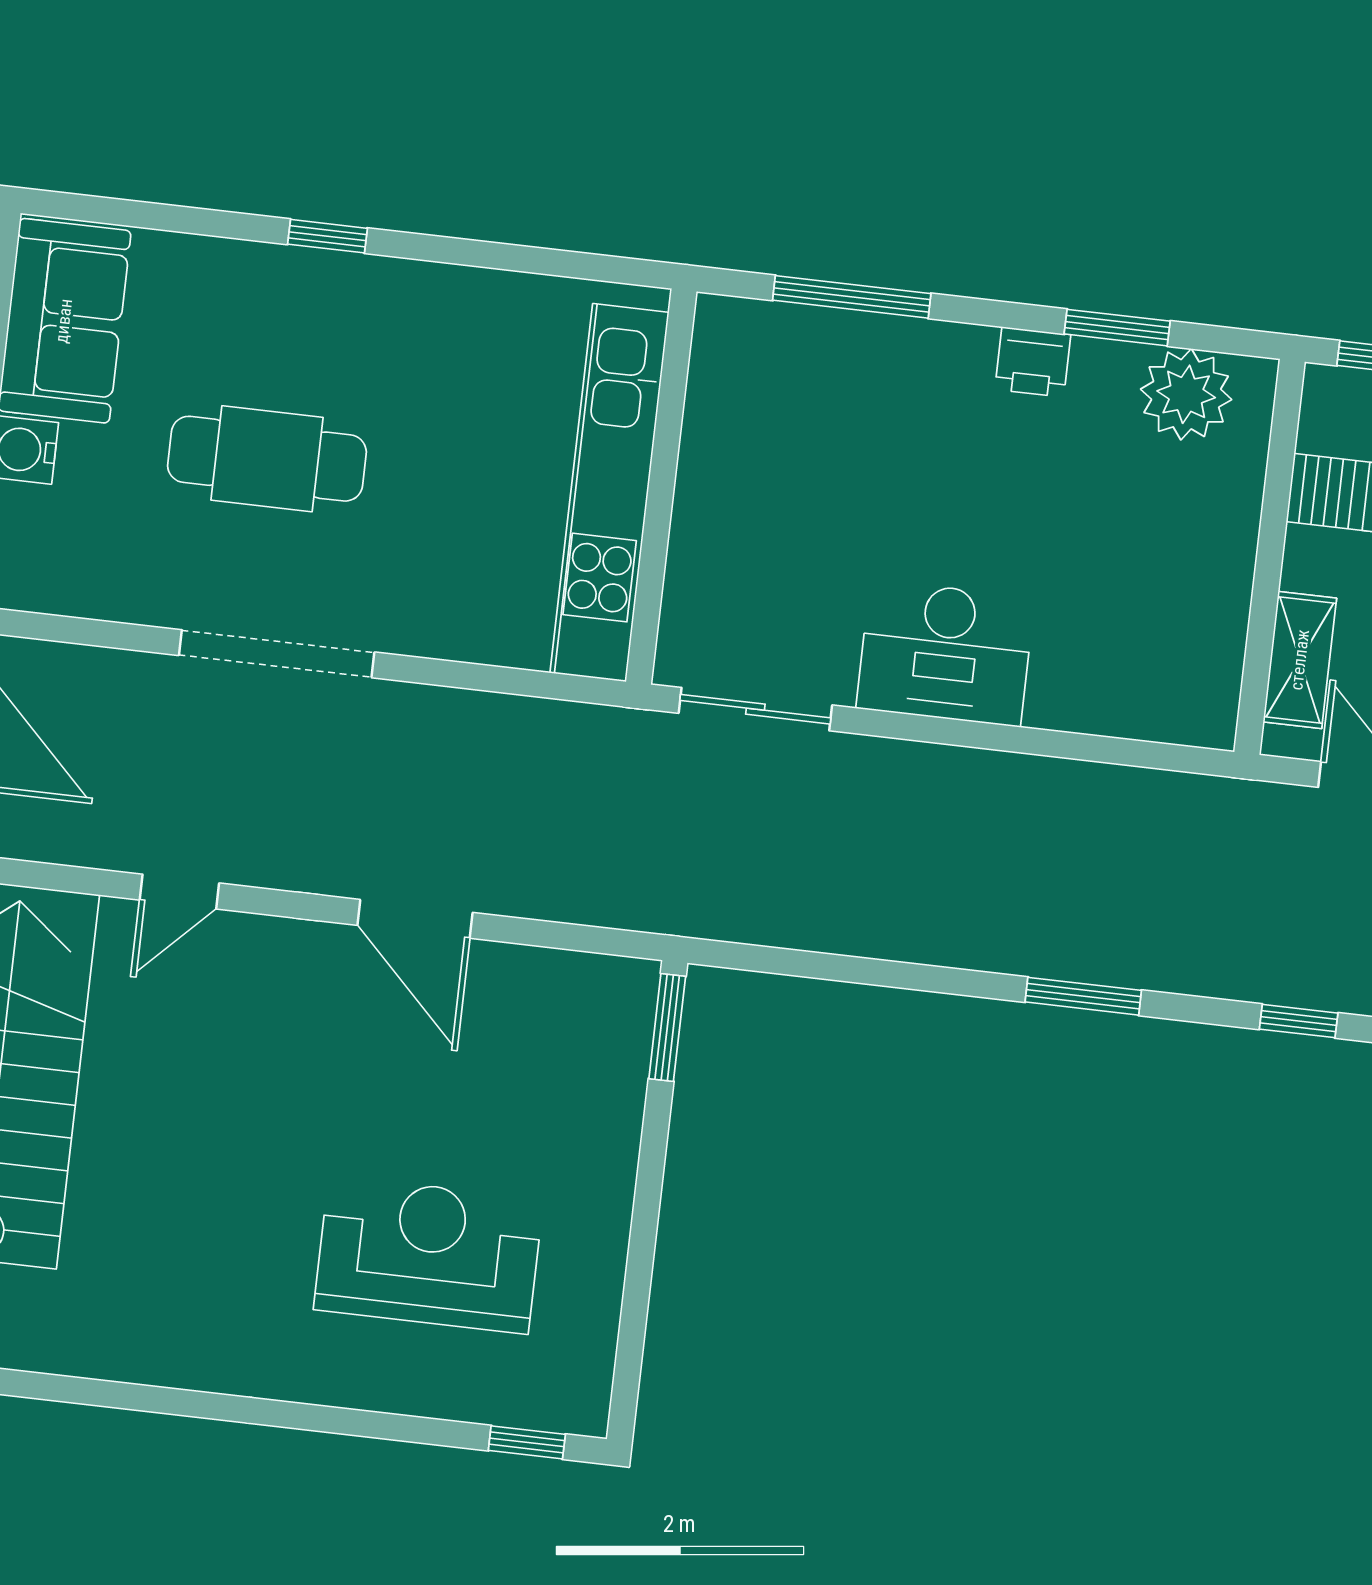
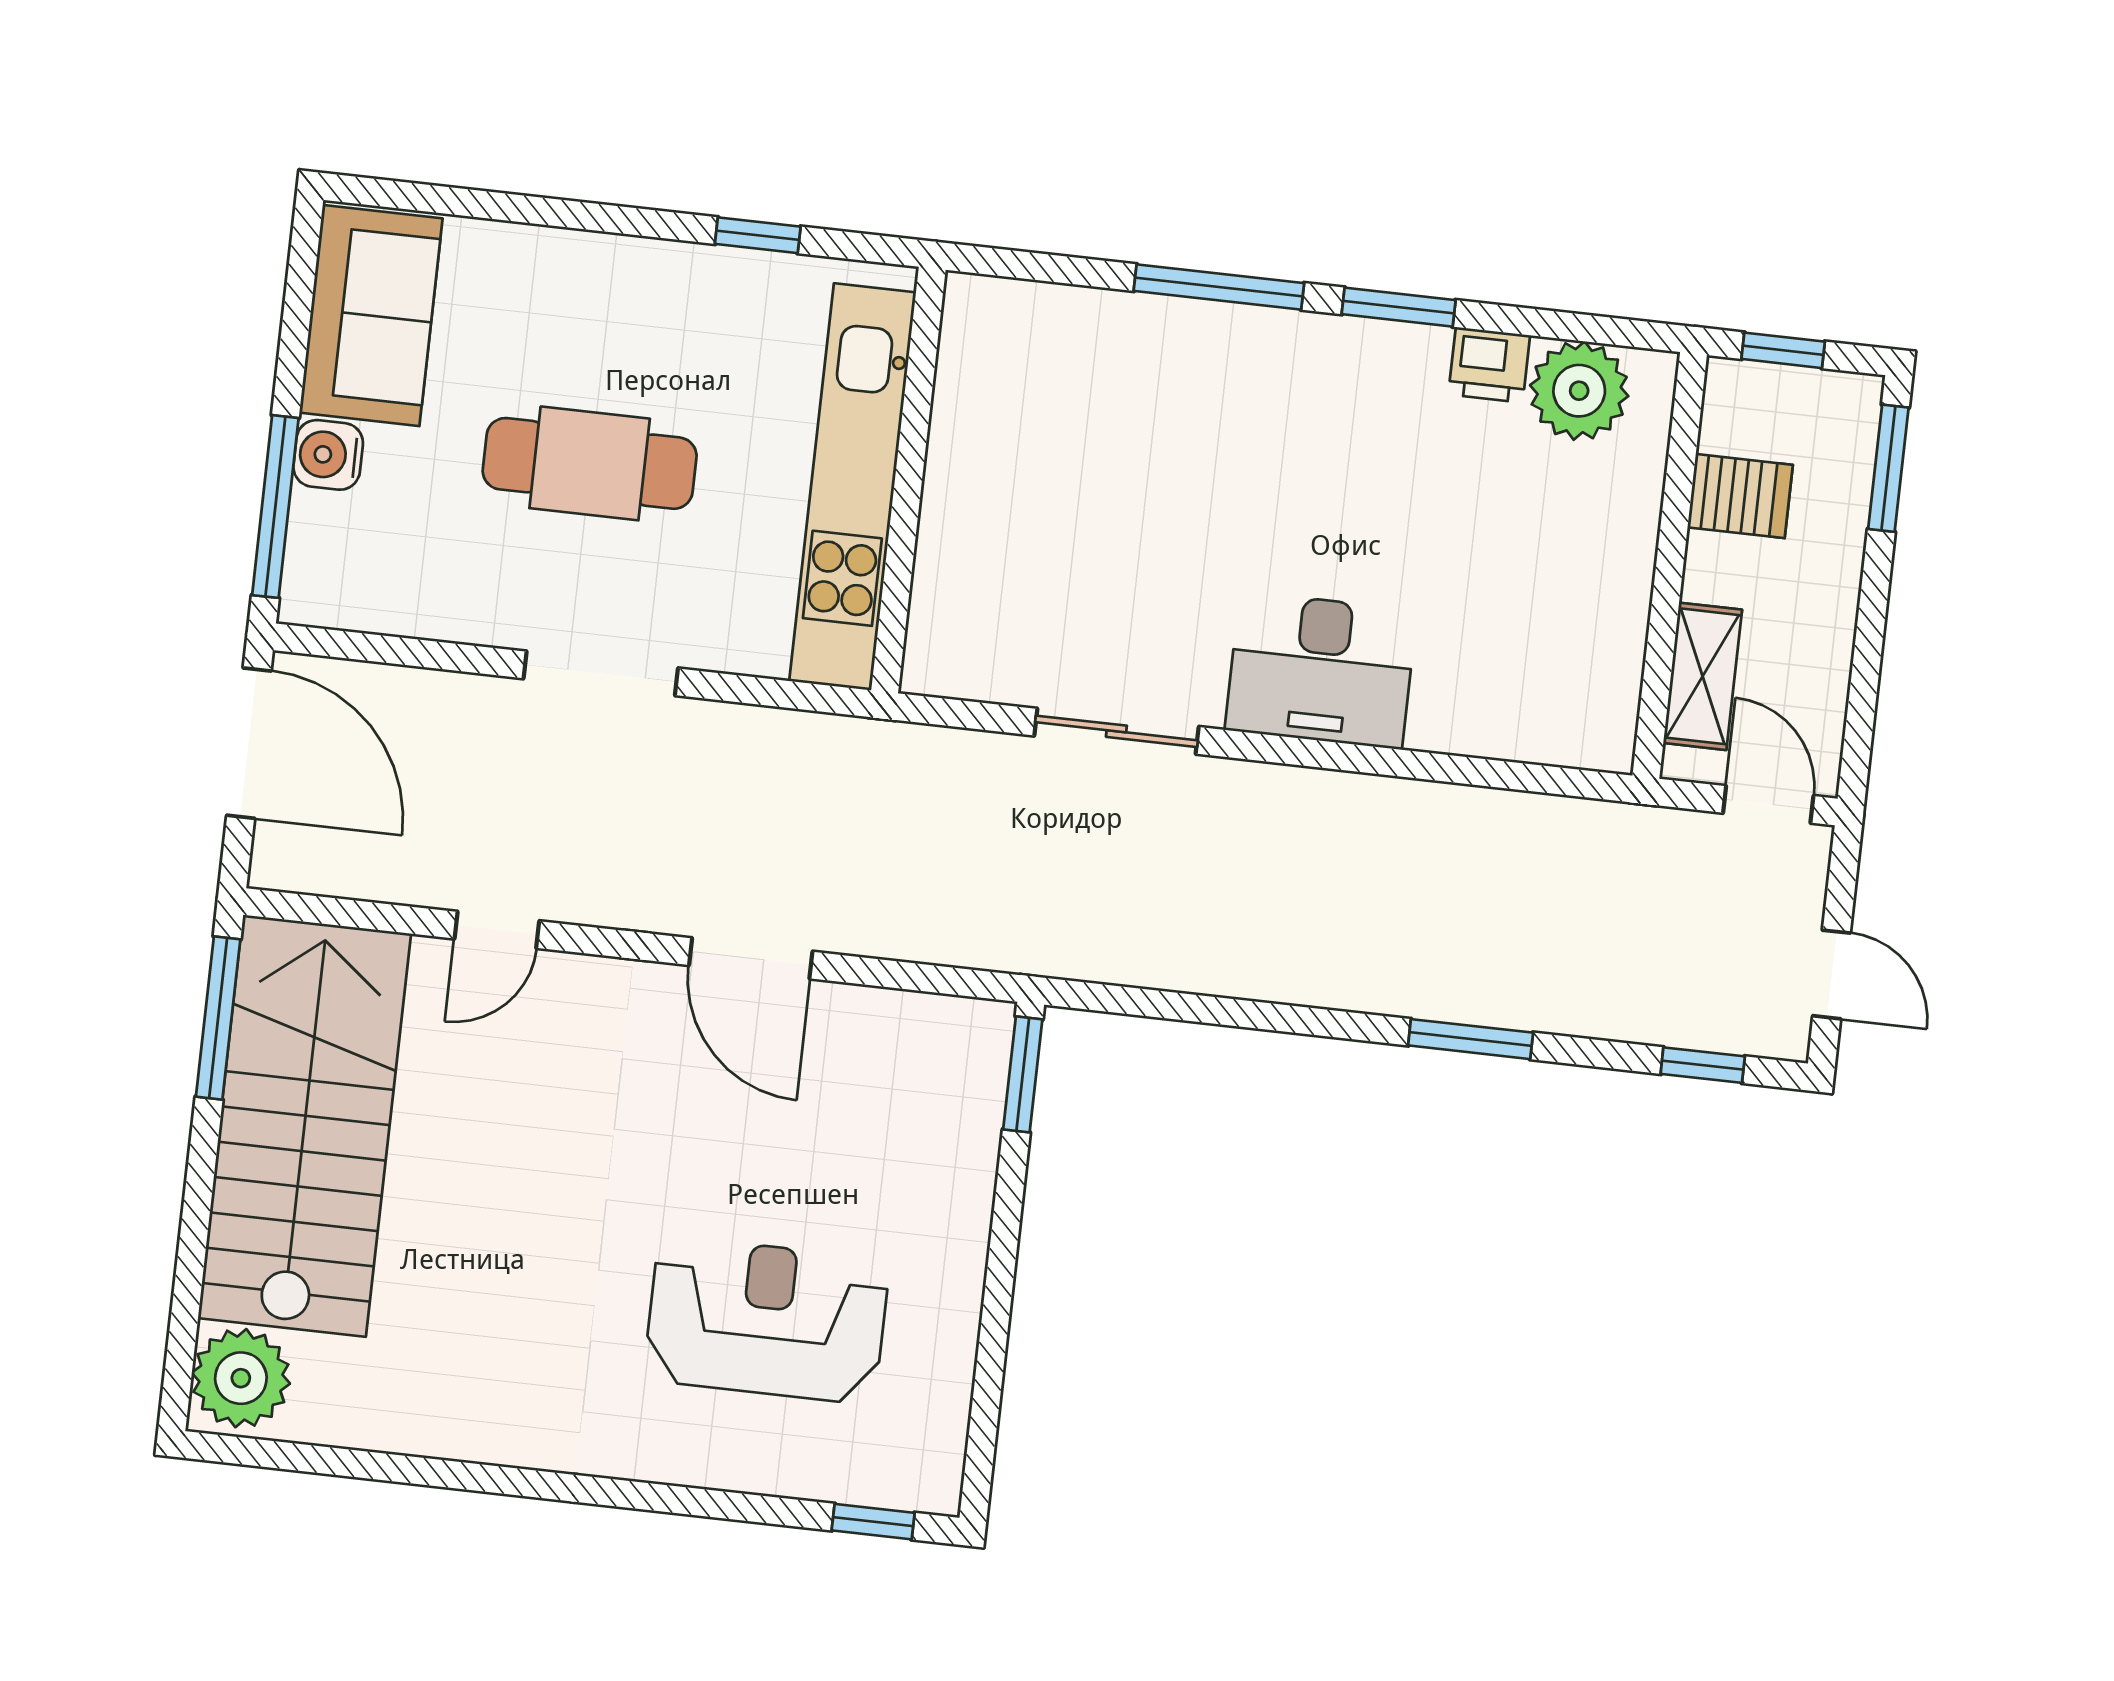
window: (327, 236) -> (758, 235), moved
window: (1117, 328) -> (1399, 307), moved
printer: (1033, 362) -> (1489, 365), moved
wall: (661, 487) -> (908, 480), moved
kitchen unit: (609, 493) -> (853, 487), moved
doorway: (277, 654) -> (601, 673), width x0.73

